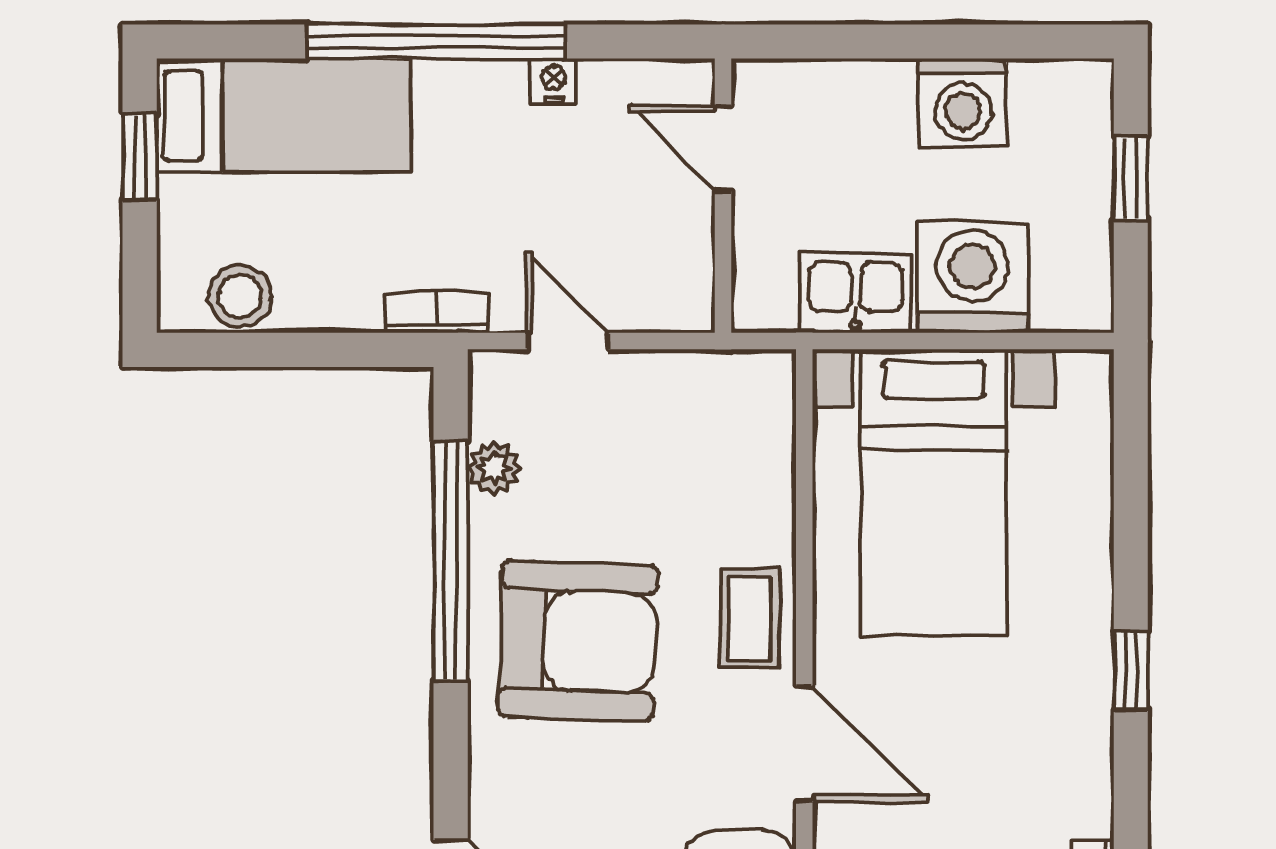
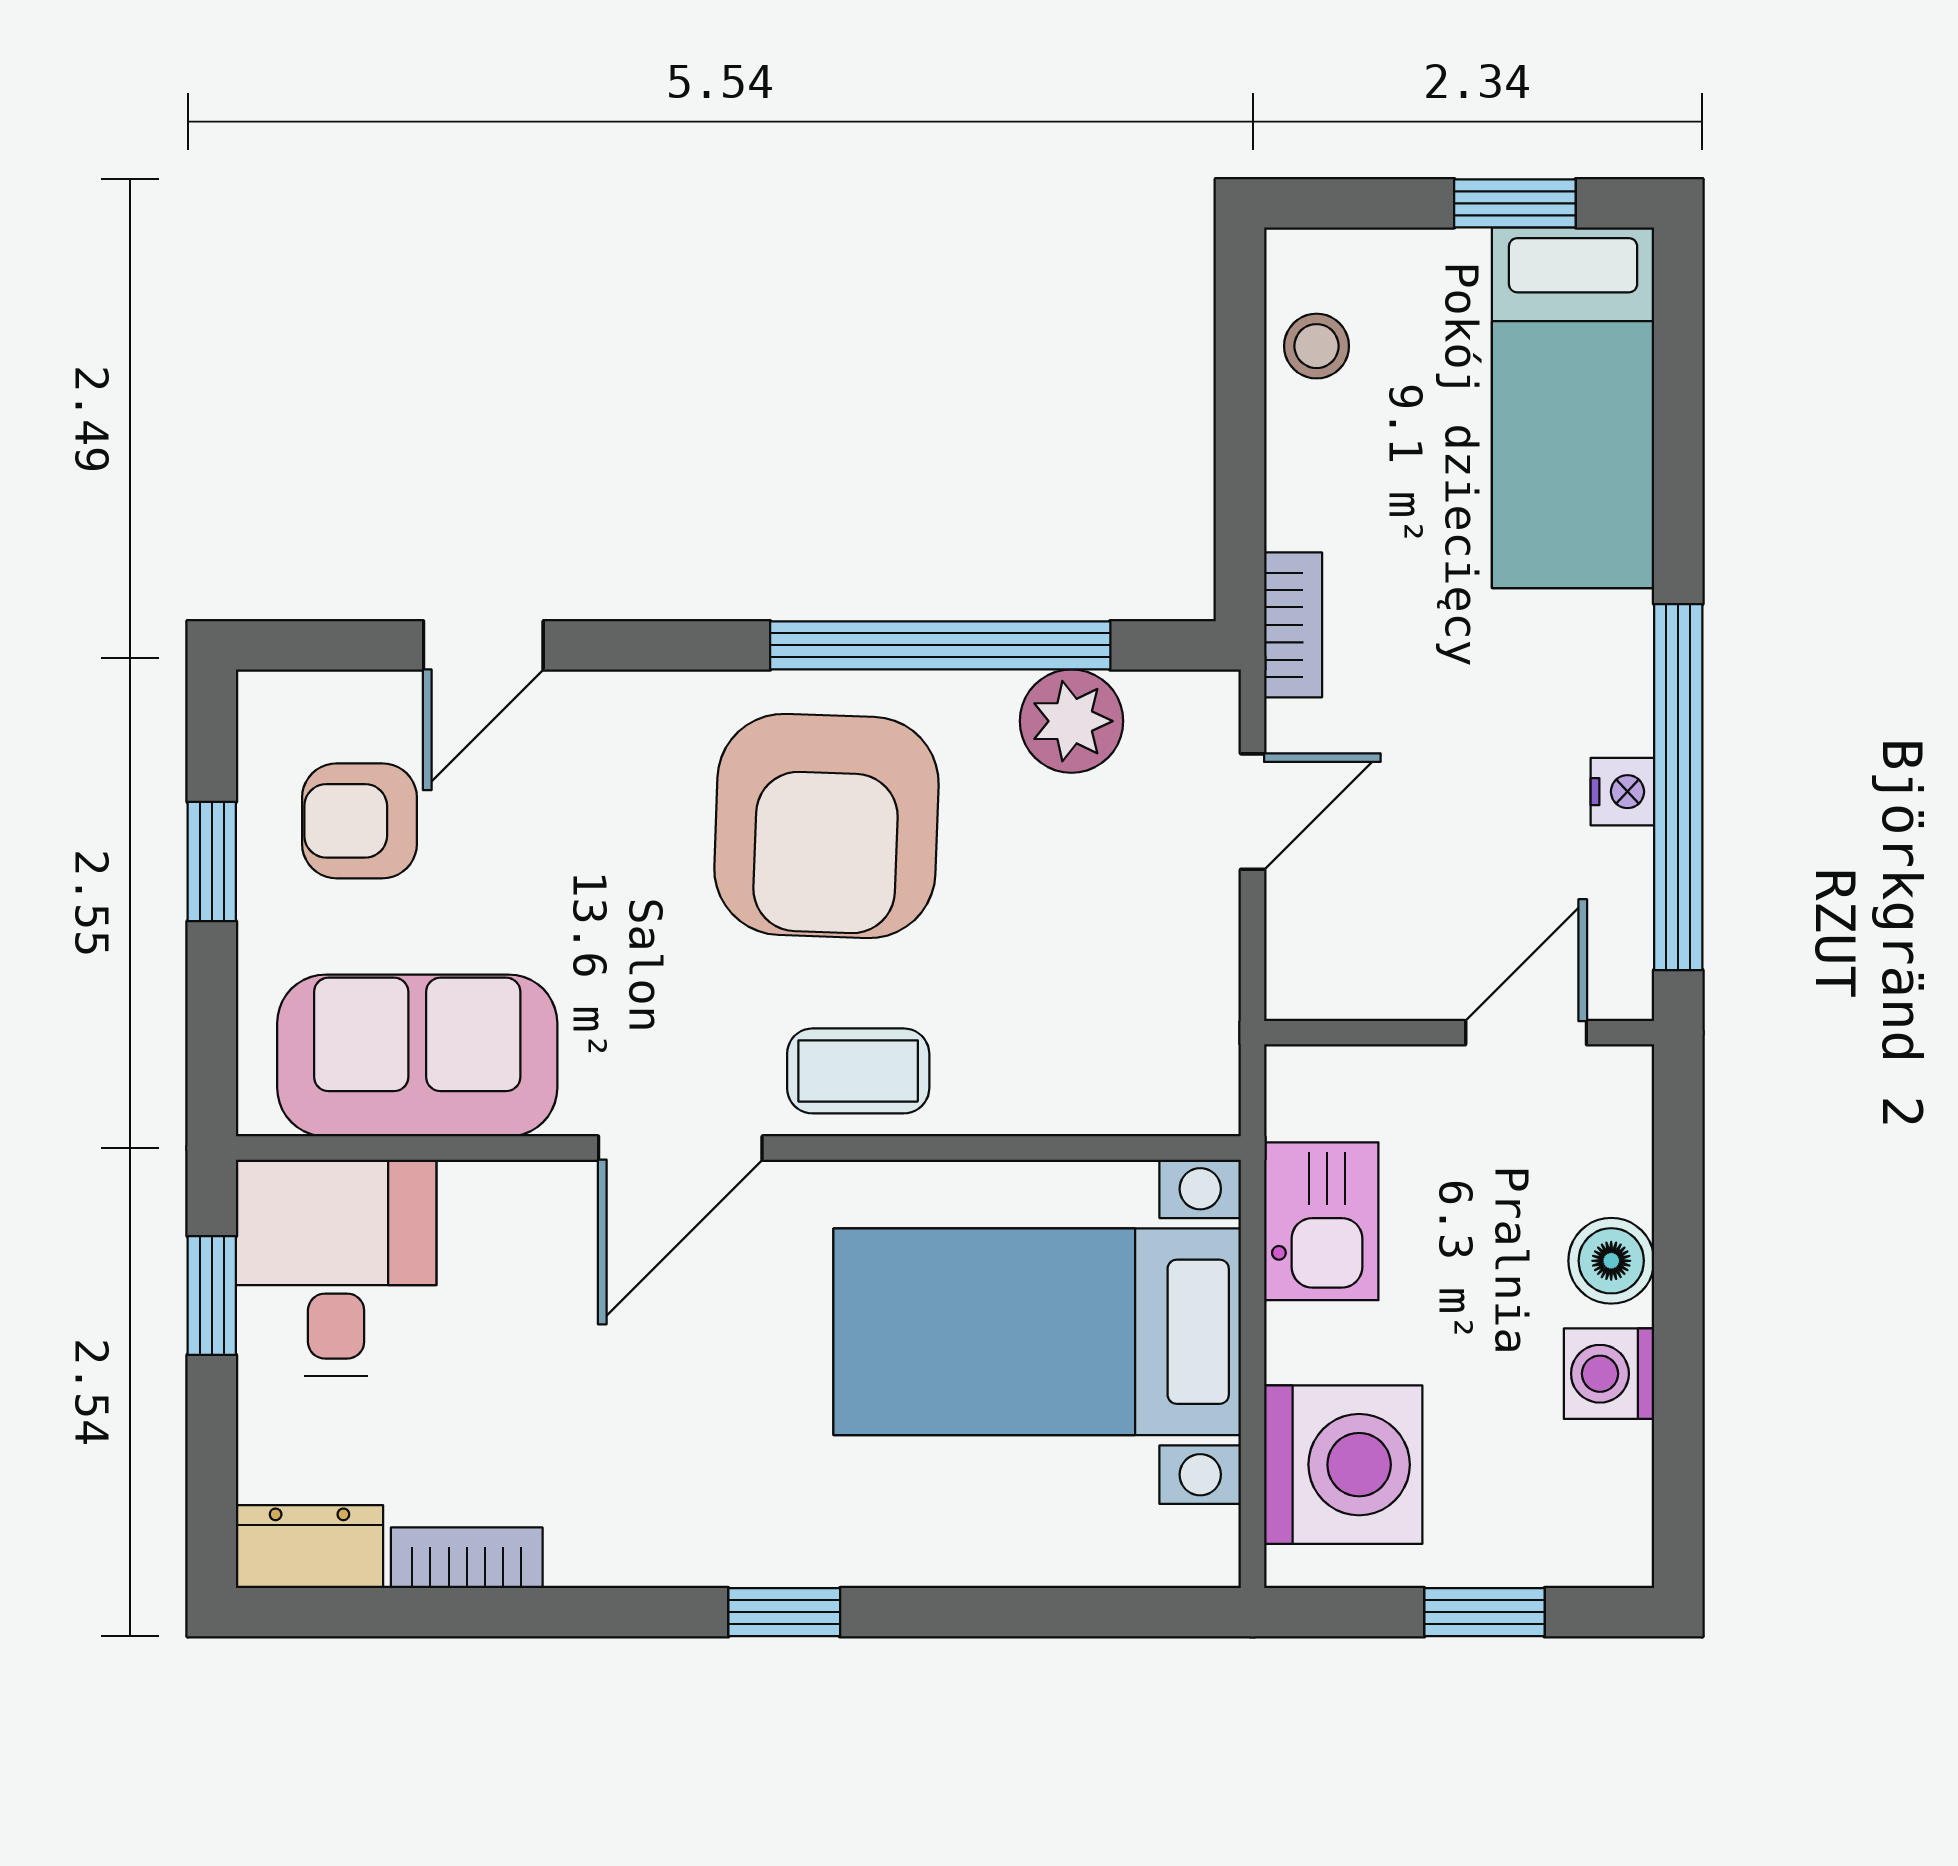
window: (436, 42) -> (1678, 787), moved
boiler: (884, 89) -> (1611, 1261), added
washing machine: (963, 102) -> (1609, 1374), width x0.73, depth x0.73
washing machine: (972, 277) -> (1343, 1465), moved
stool: (240, 296) -> (1317, 346), width x0.73, depth x0.73
plant: (494, 468) -> (1071, 721), width x1.38, depth x1.38

